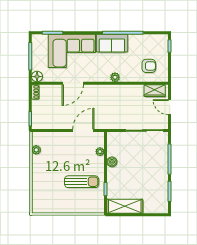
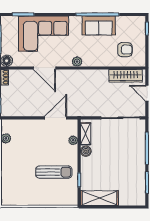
sofa: (112, 43) -> (99, 25), moved
plant: (115, 77) -> (77, 62), moved
door: (73, 83) -> (44, 68), hinge flipped
wardrobe: (155, 91) -> (126, 76), width x1.50
shelving: (112, 145) -> (86, 134), added

